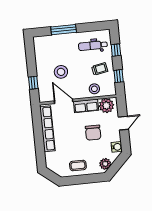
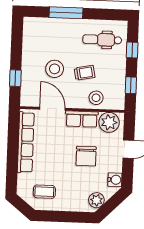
trolley: (100, 69) -> (85, 73), moved
coffee table: (78, 166) -> (44, 192), moved

